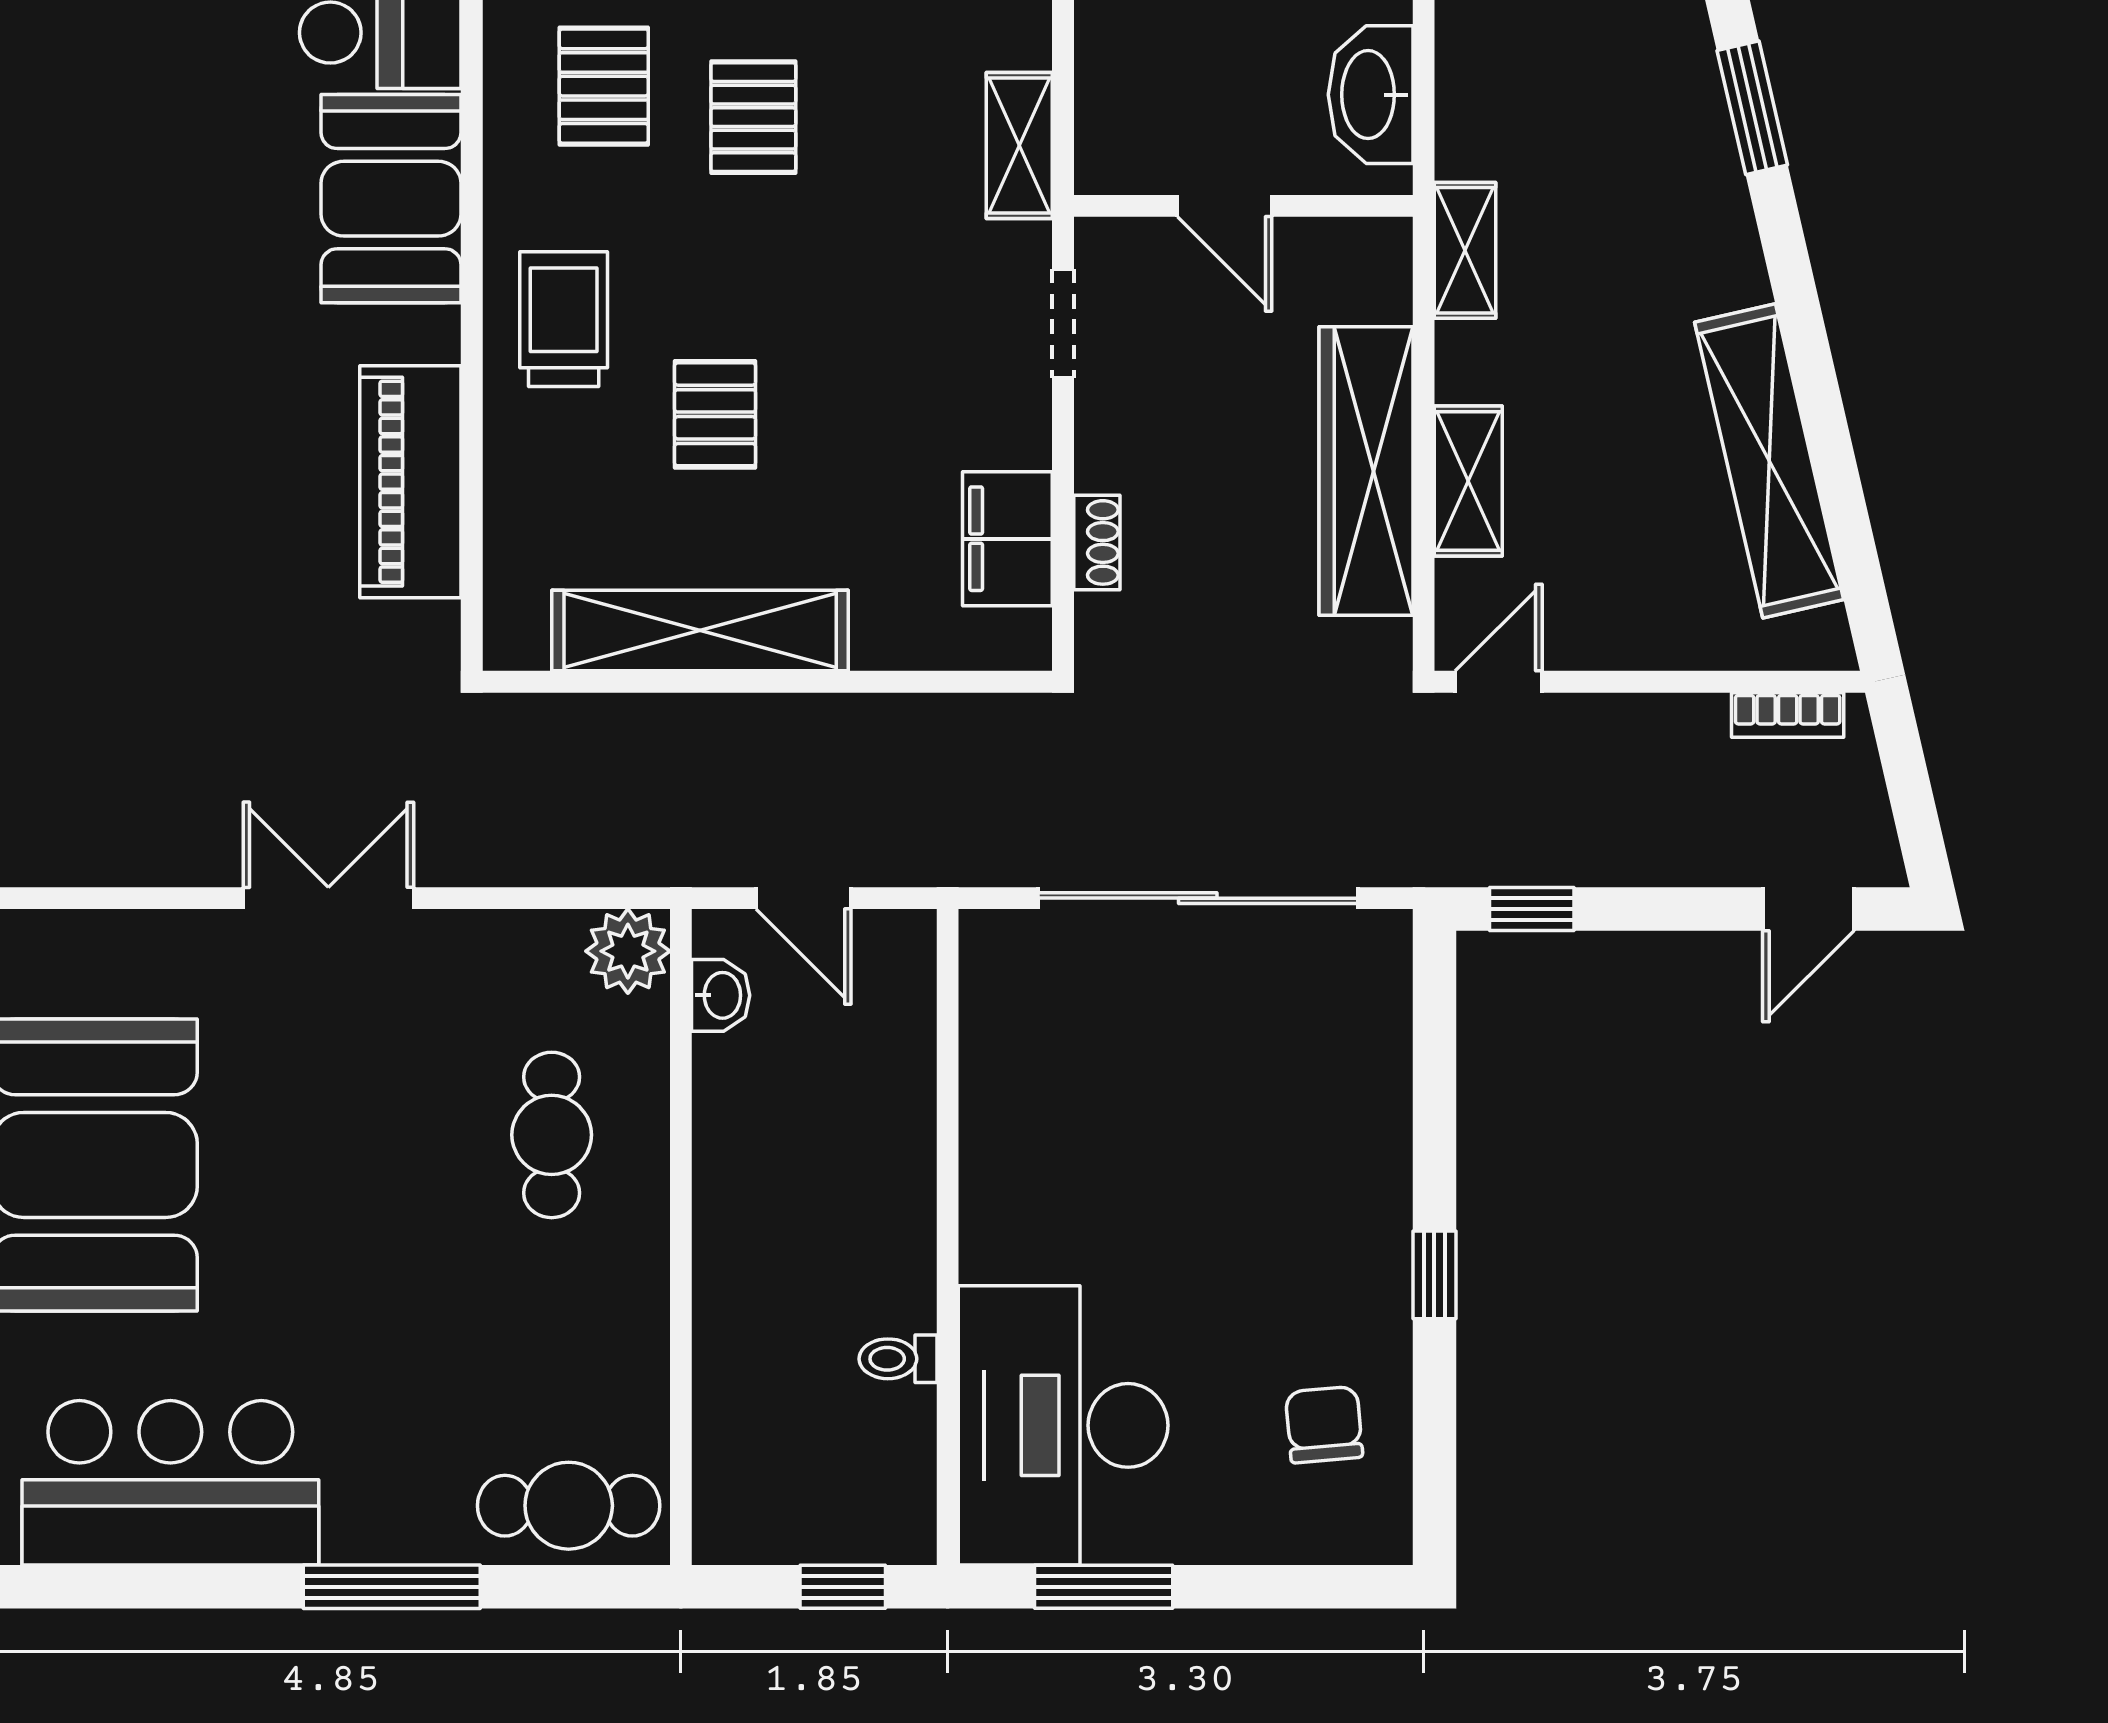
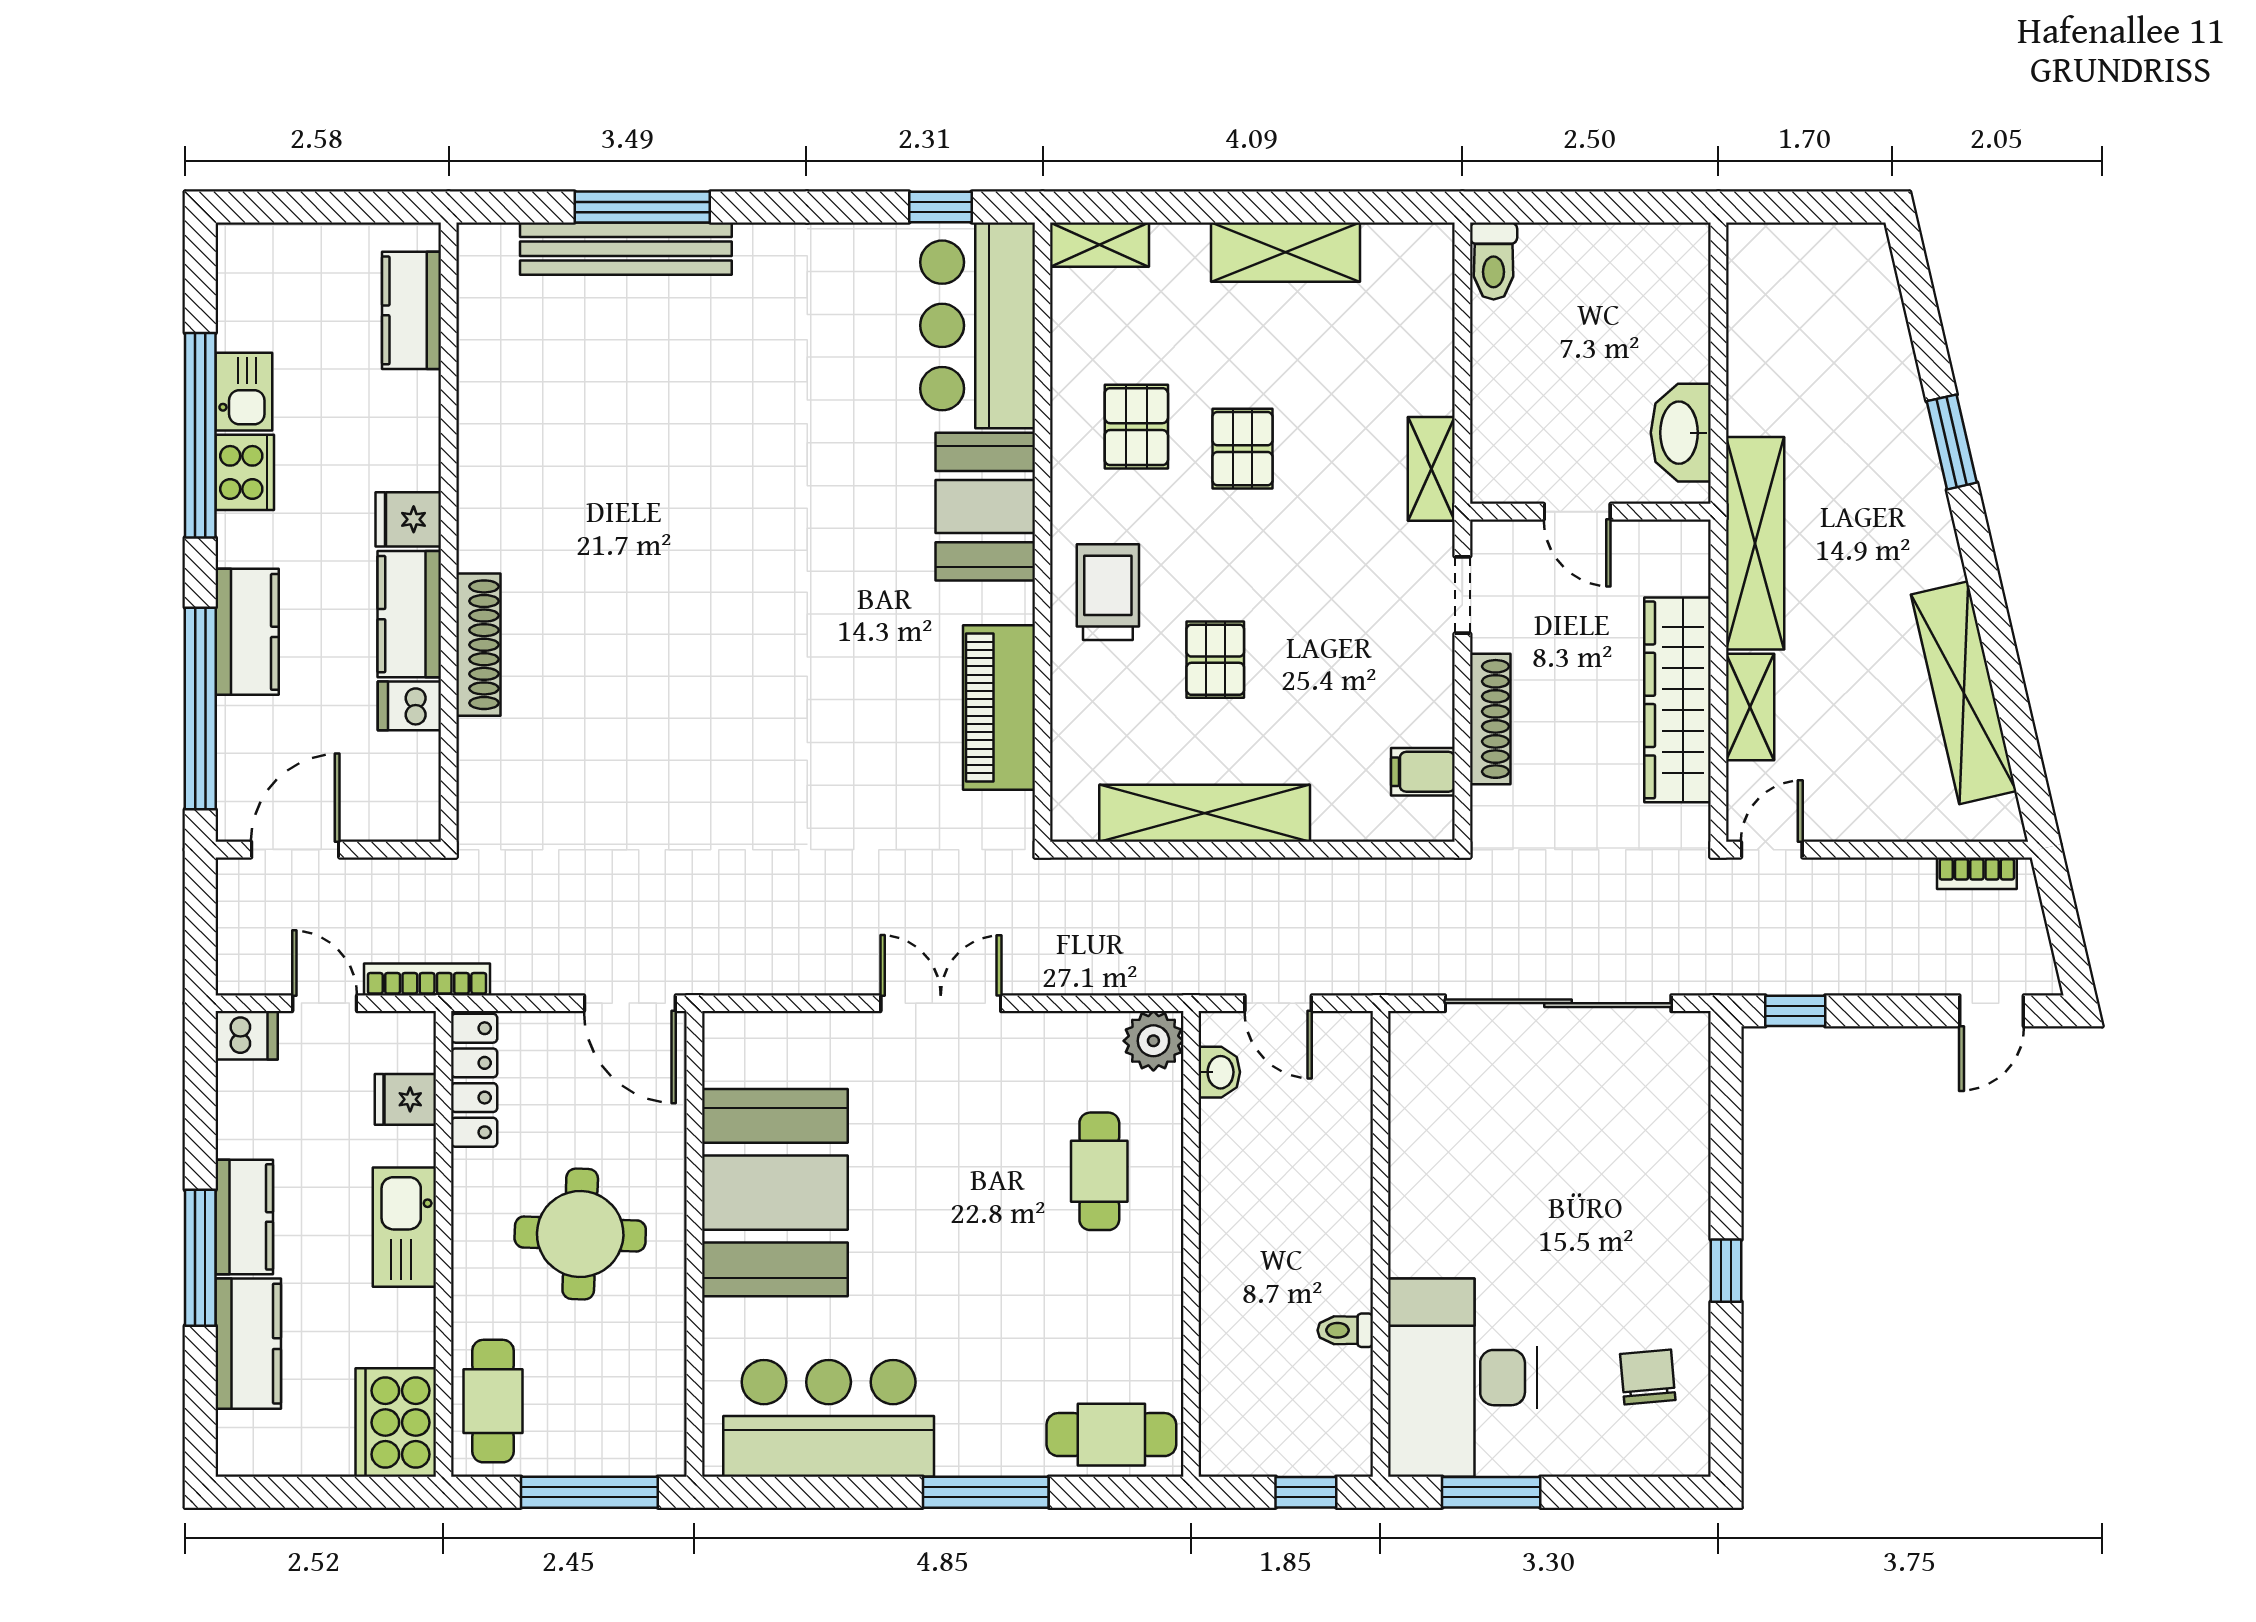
shelving: (1465, 250) -> (1755, 543), width x2.20, depth x1.33
filing cabinet: (1007, 539) -> (1423, 772), width x0.50
shoe rack: (1097, 542) -> (1490, 719), width x1.94, depth x1.24

